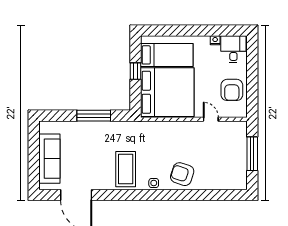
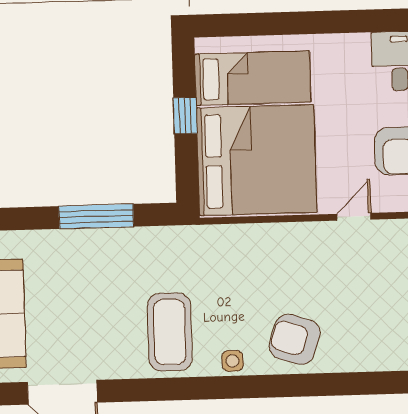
nightstand: (215, 40) -> (358, 43), removed
door: (211, 119) -> (354, 217), hinge flipped

